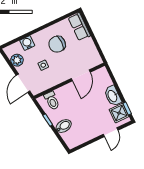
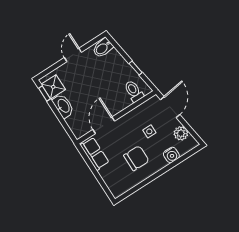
row of seats: (79, 27) -> (95, 154), moved
bidet: (64, 126) -> (103, 48), moved
door: (111, 132) -> (73, 55), moved

